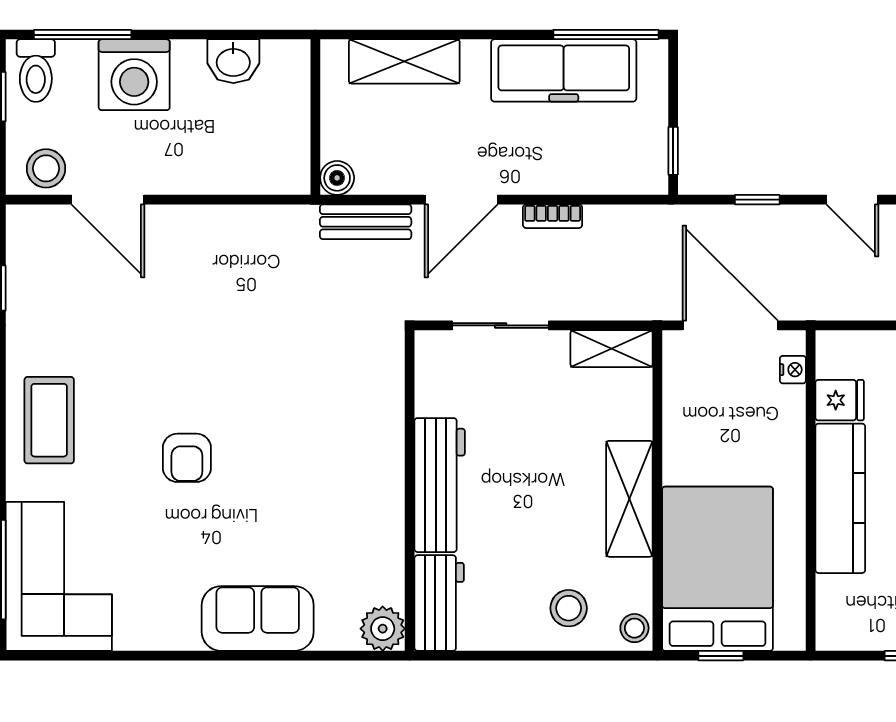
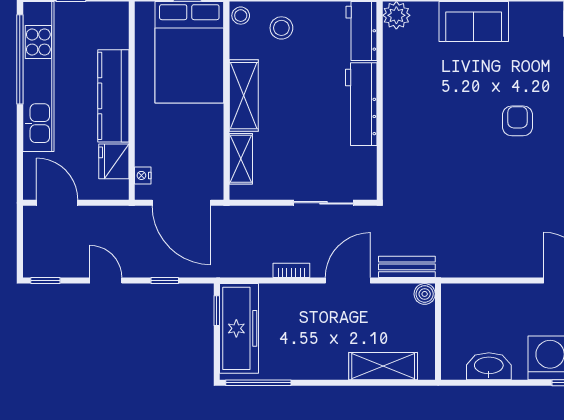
washbasin: (233, 61) -> (489, 366), width x1.38
freezer: (564, 70) -> (239, 328), moved, turned 90
shelving: (612, 349) -> (241, 159), moved, turned 90
fridge: (840, 400) -> (114, 161), width x1.38

